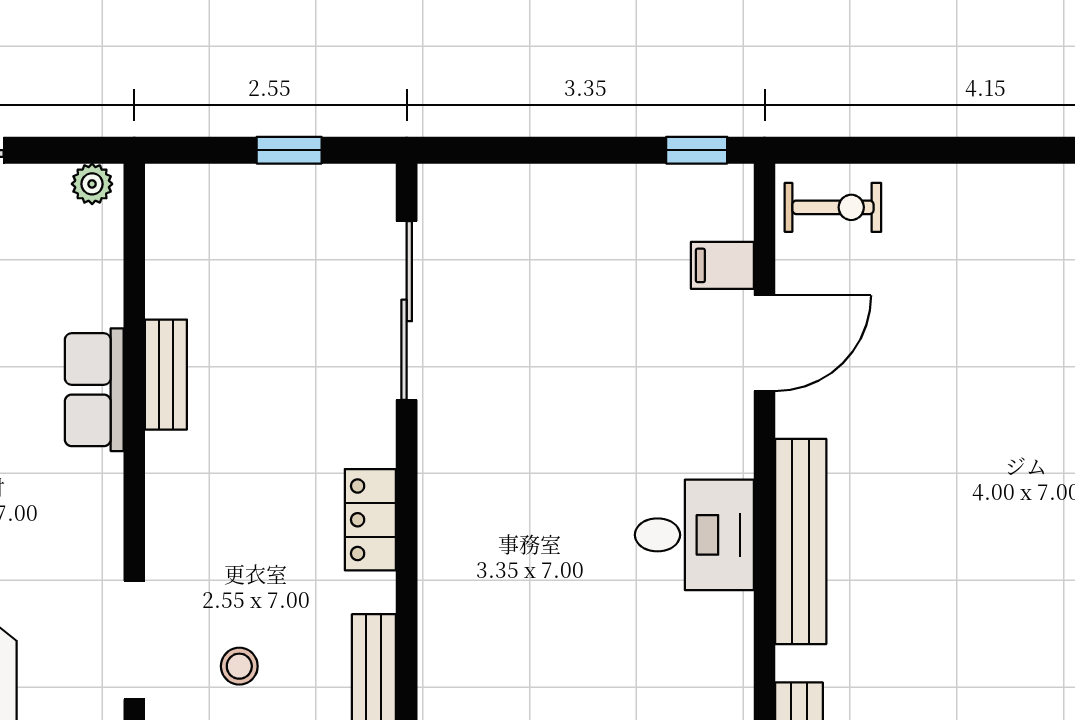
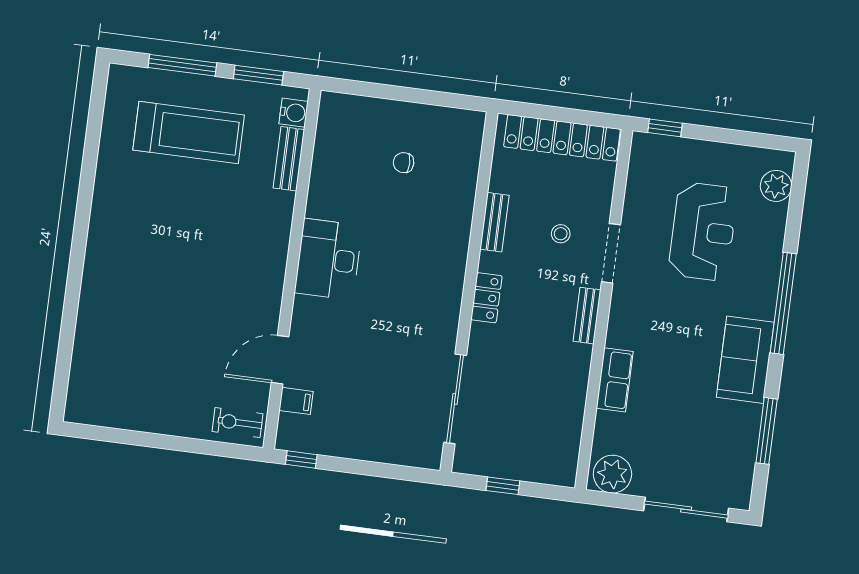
plant: (92, 184) -> (612, 474), width x1.87, depth x1.87
bench: (166, 375) -> (587, 316), moved
desk: (694, 535) -> (328, 259), width x1.37
bench: (801, 541) -> (275, 259), removed

